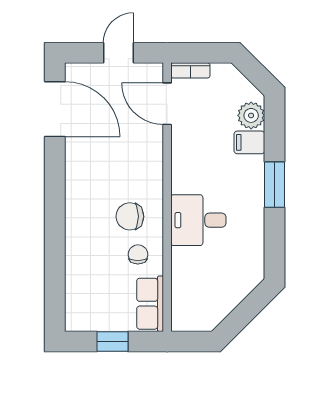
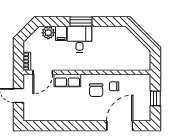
door: (55, 109) -> (120, 126), moved
desk: (198, 220) -> (79, 39), moved, turned 180
row of seats: (150, 304) -> (67, 81), moved

